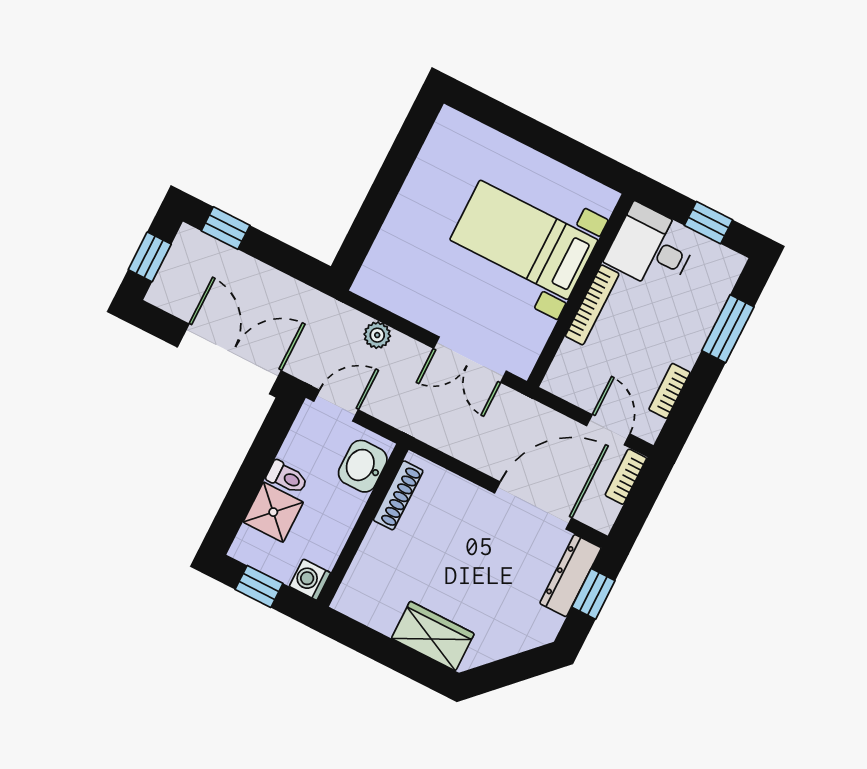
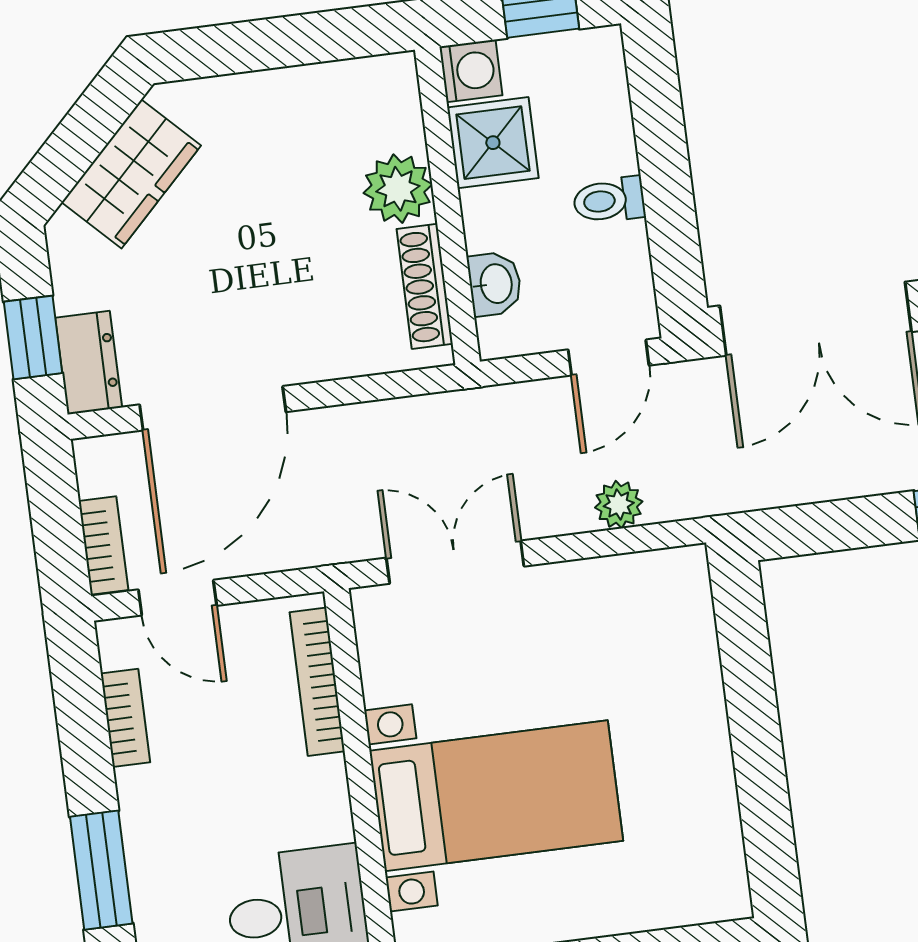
bookcase: (592, 305) -> (317, 682), moved
washbasin: (363, 466) -> (495, 284), width x0.72, depth x0.69
shower: (273, 512) -> (493, 143), moved
plant: (380, 548) -> (398, 189), added
dresser: (570, 576) -> (89, 363), width x0.70
wardrobe: (433, 636) -> (131, 174), moved, turned -45

